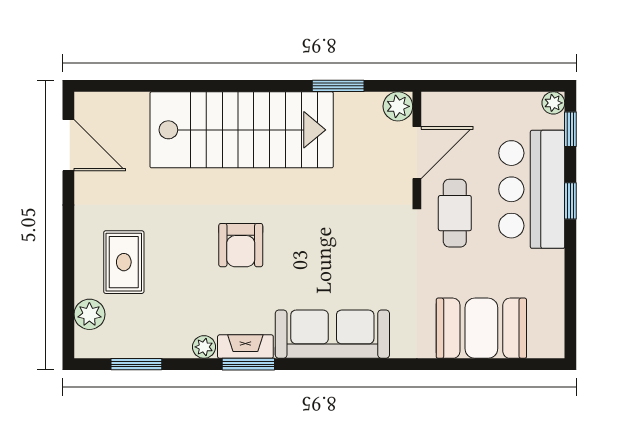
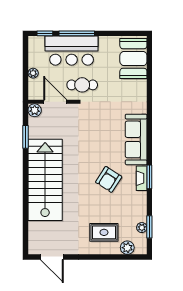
plant: (553, 103) -> (33, 73), moved
door: (68, 145) -> (52, 257), swing flipped
window: (570, 201) -> (77, 33), width x2.17
armchair: (241, 245) -> (109, 179), moved, turned 123
booth: (481, 328) -> (133, 59), moved
plant: (204, 347) -> (142, 228), moved

